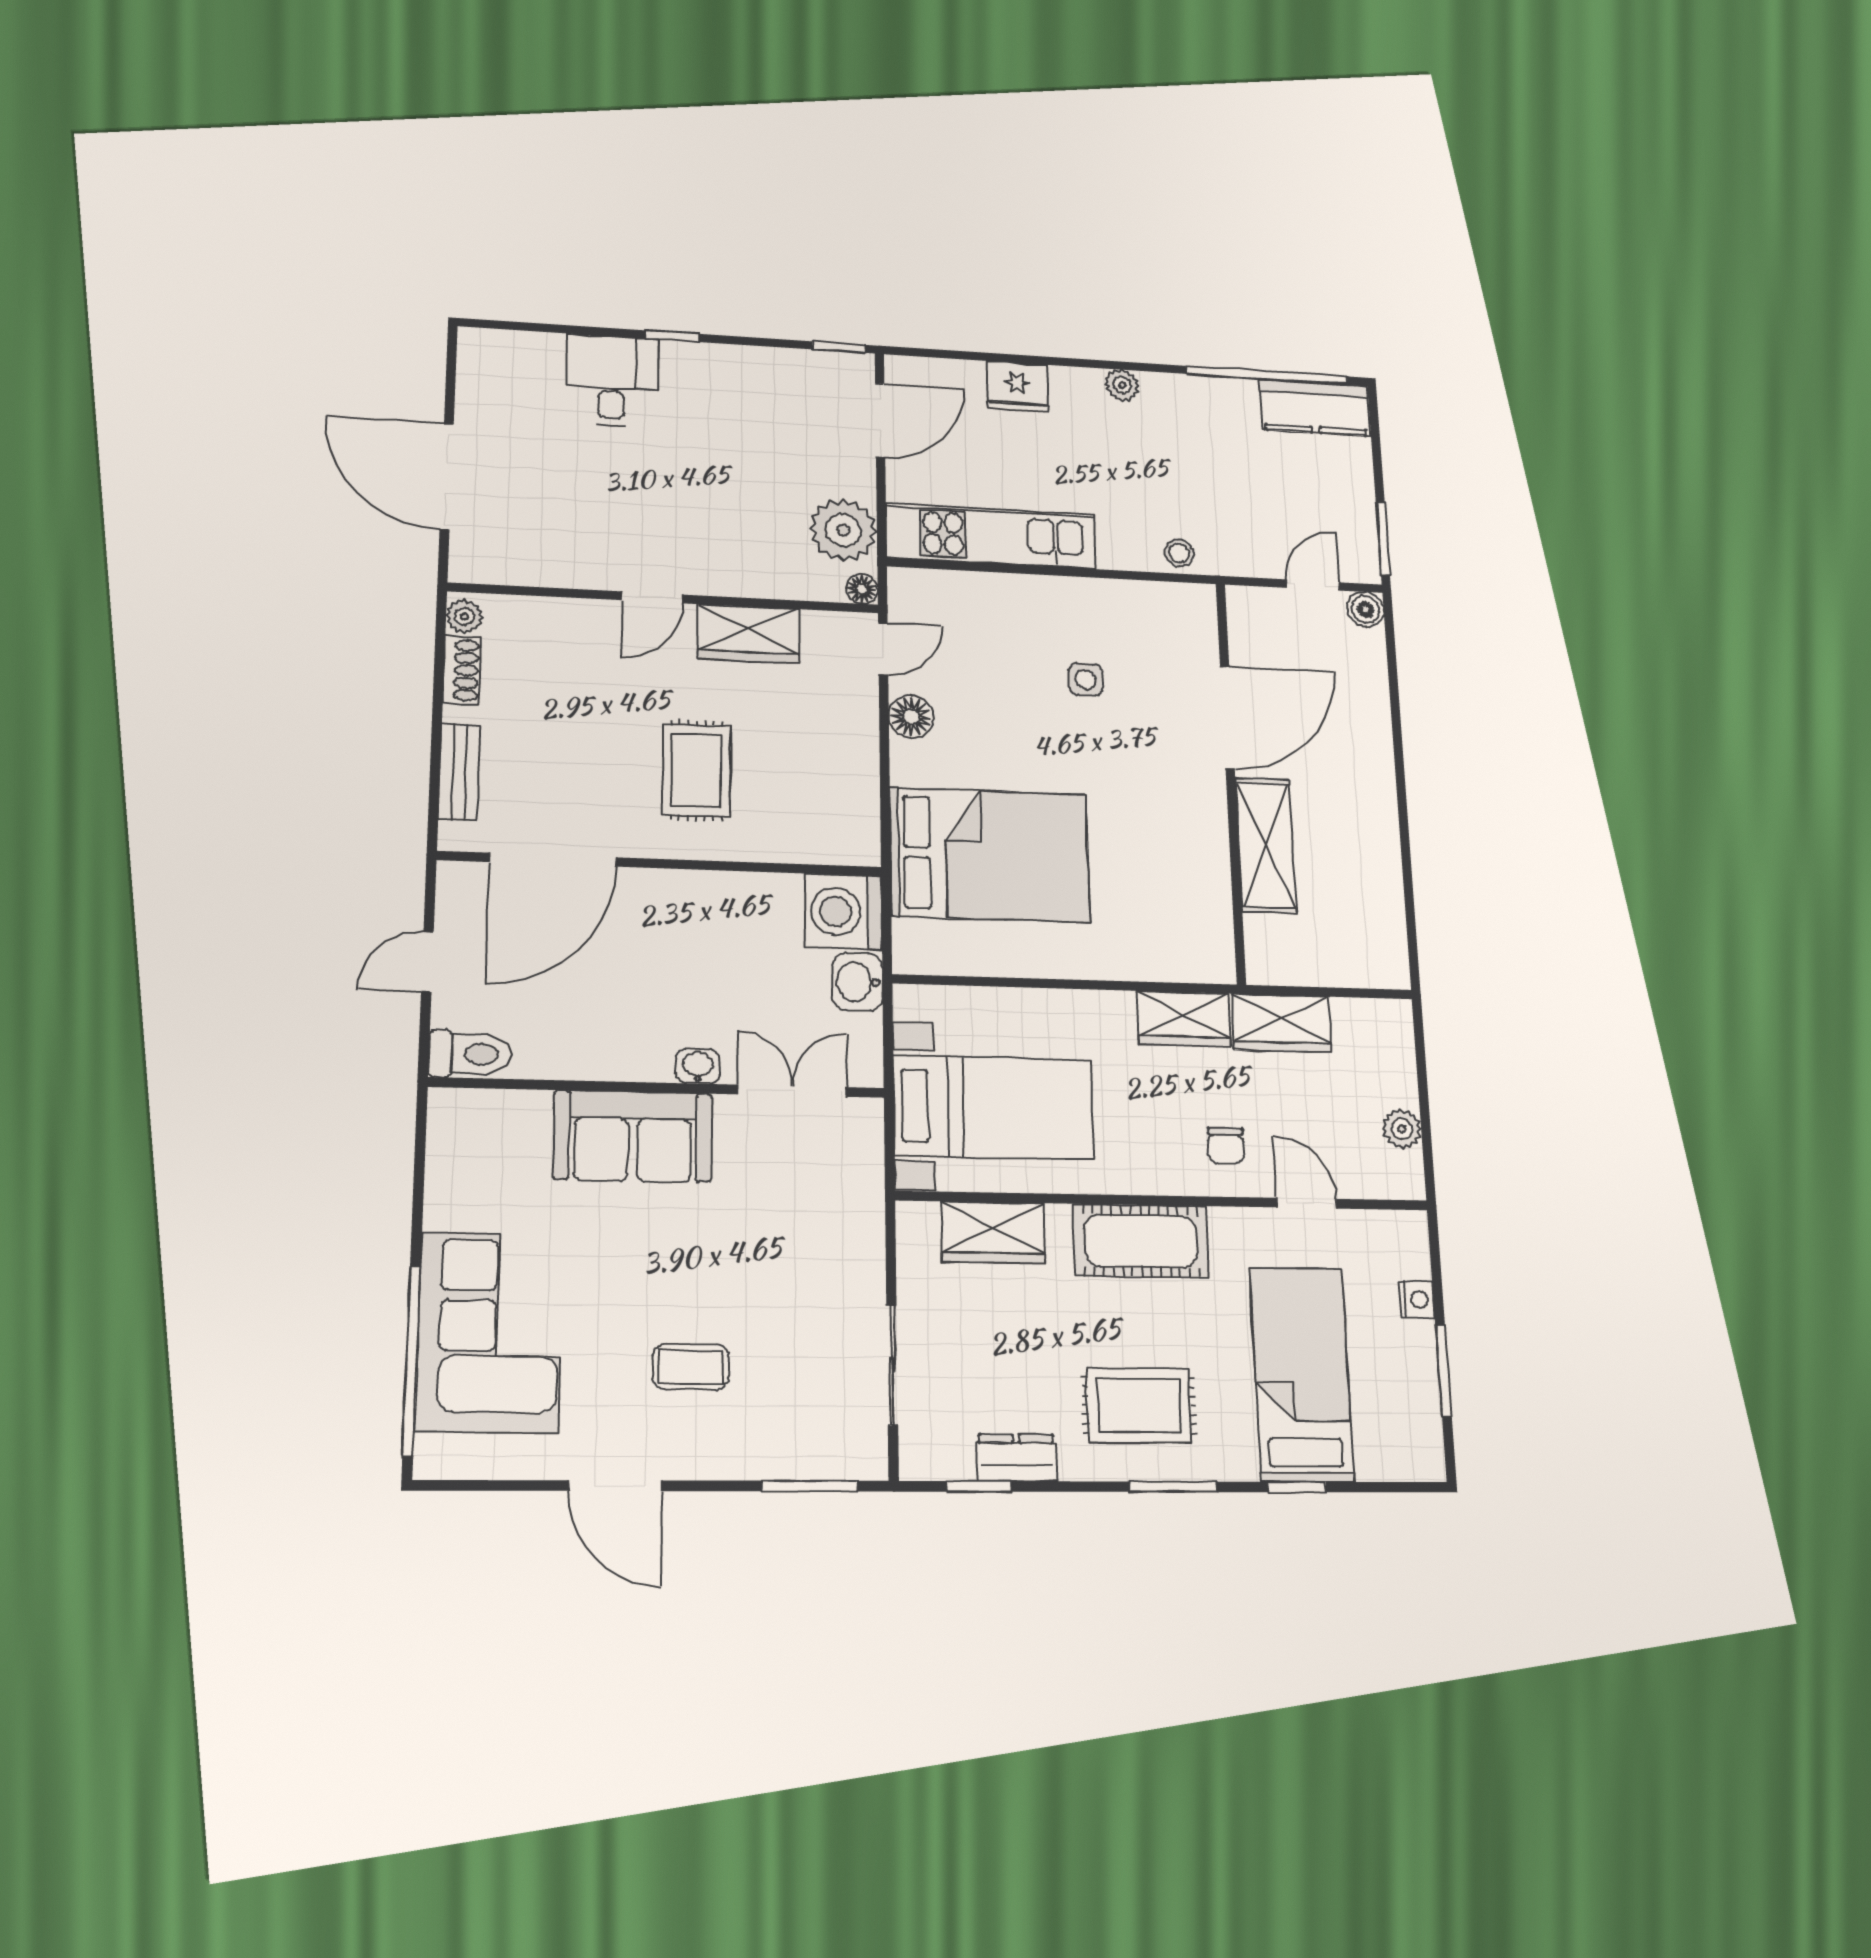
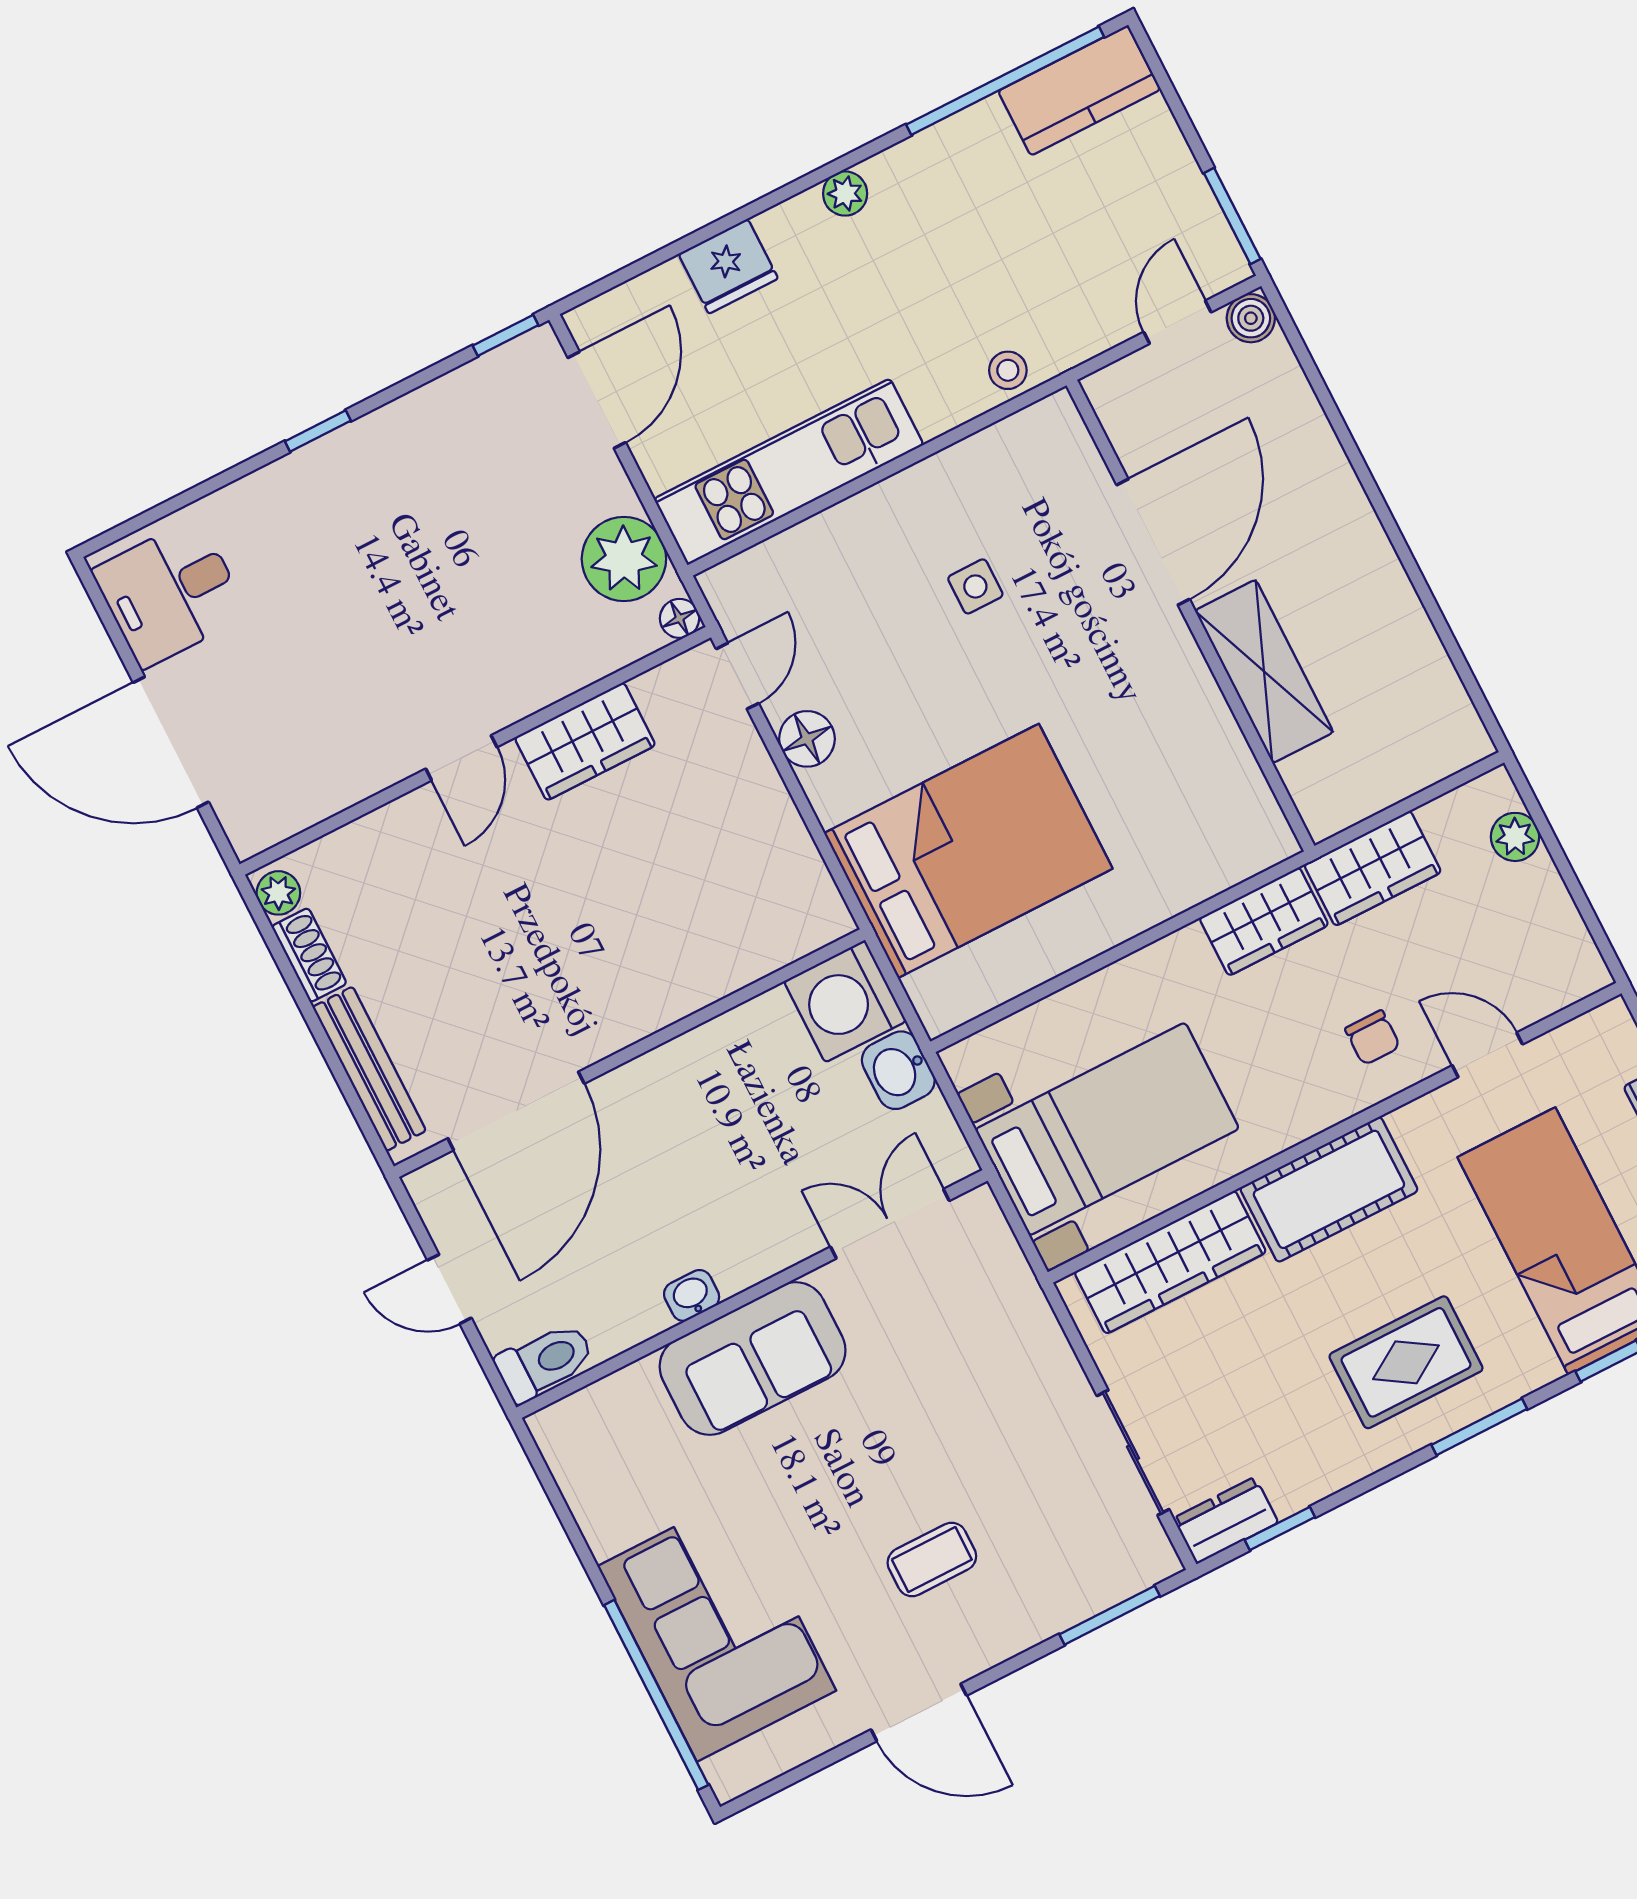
desk: (612, 381) -> (170, 593), moved, turned -90
rug: (696, 770) -> (611, 929), removed
bench: (459, 772) -> (369, 1069), width x1.36
door: (427, 962) -> (449, 1289), hinge flipped
washbasin: (698, 1066) -> (692, 1295), moved
plant: (1402, 1129) -> (1515, 837), moved
wardrobe: (993, 1232) -> (1170, 1262), width x1.50
dresser: (1016, 1458) -> (1226, 1520), moved

